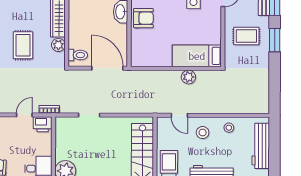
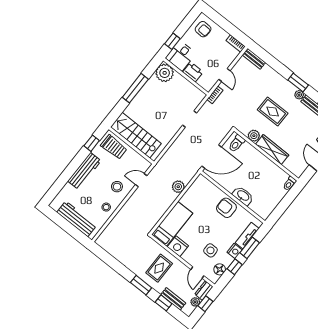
armchair: (143, 18) -> (226, 208), turned 90
nightstand: (213, 35) -> (178, 246), added
plant: (188, 77) -> (178, 187), moved
printer: (43, 124) -> (193, 72), moved, turned 90

